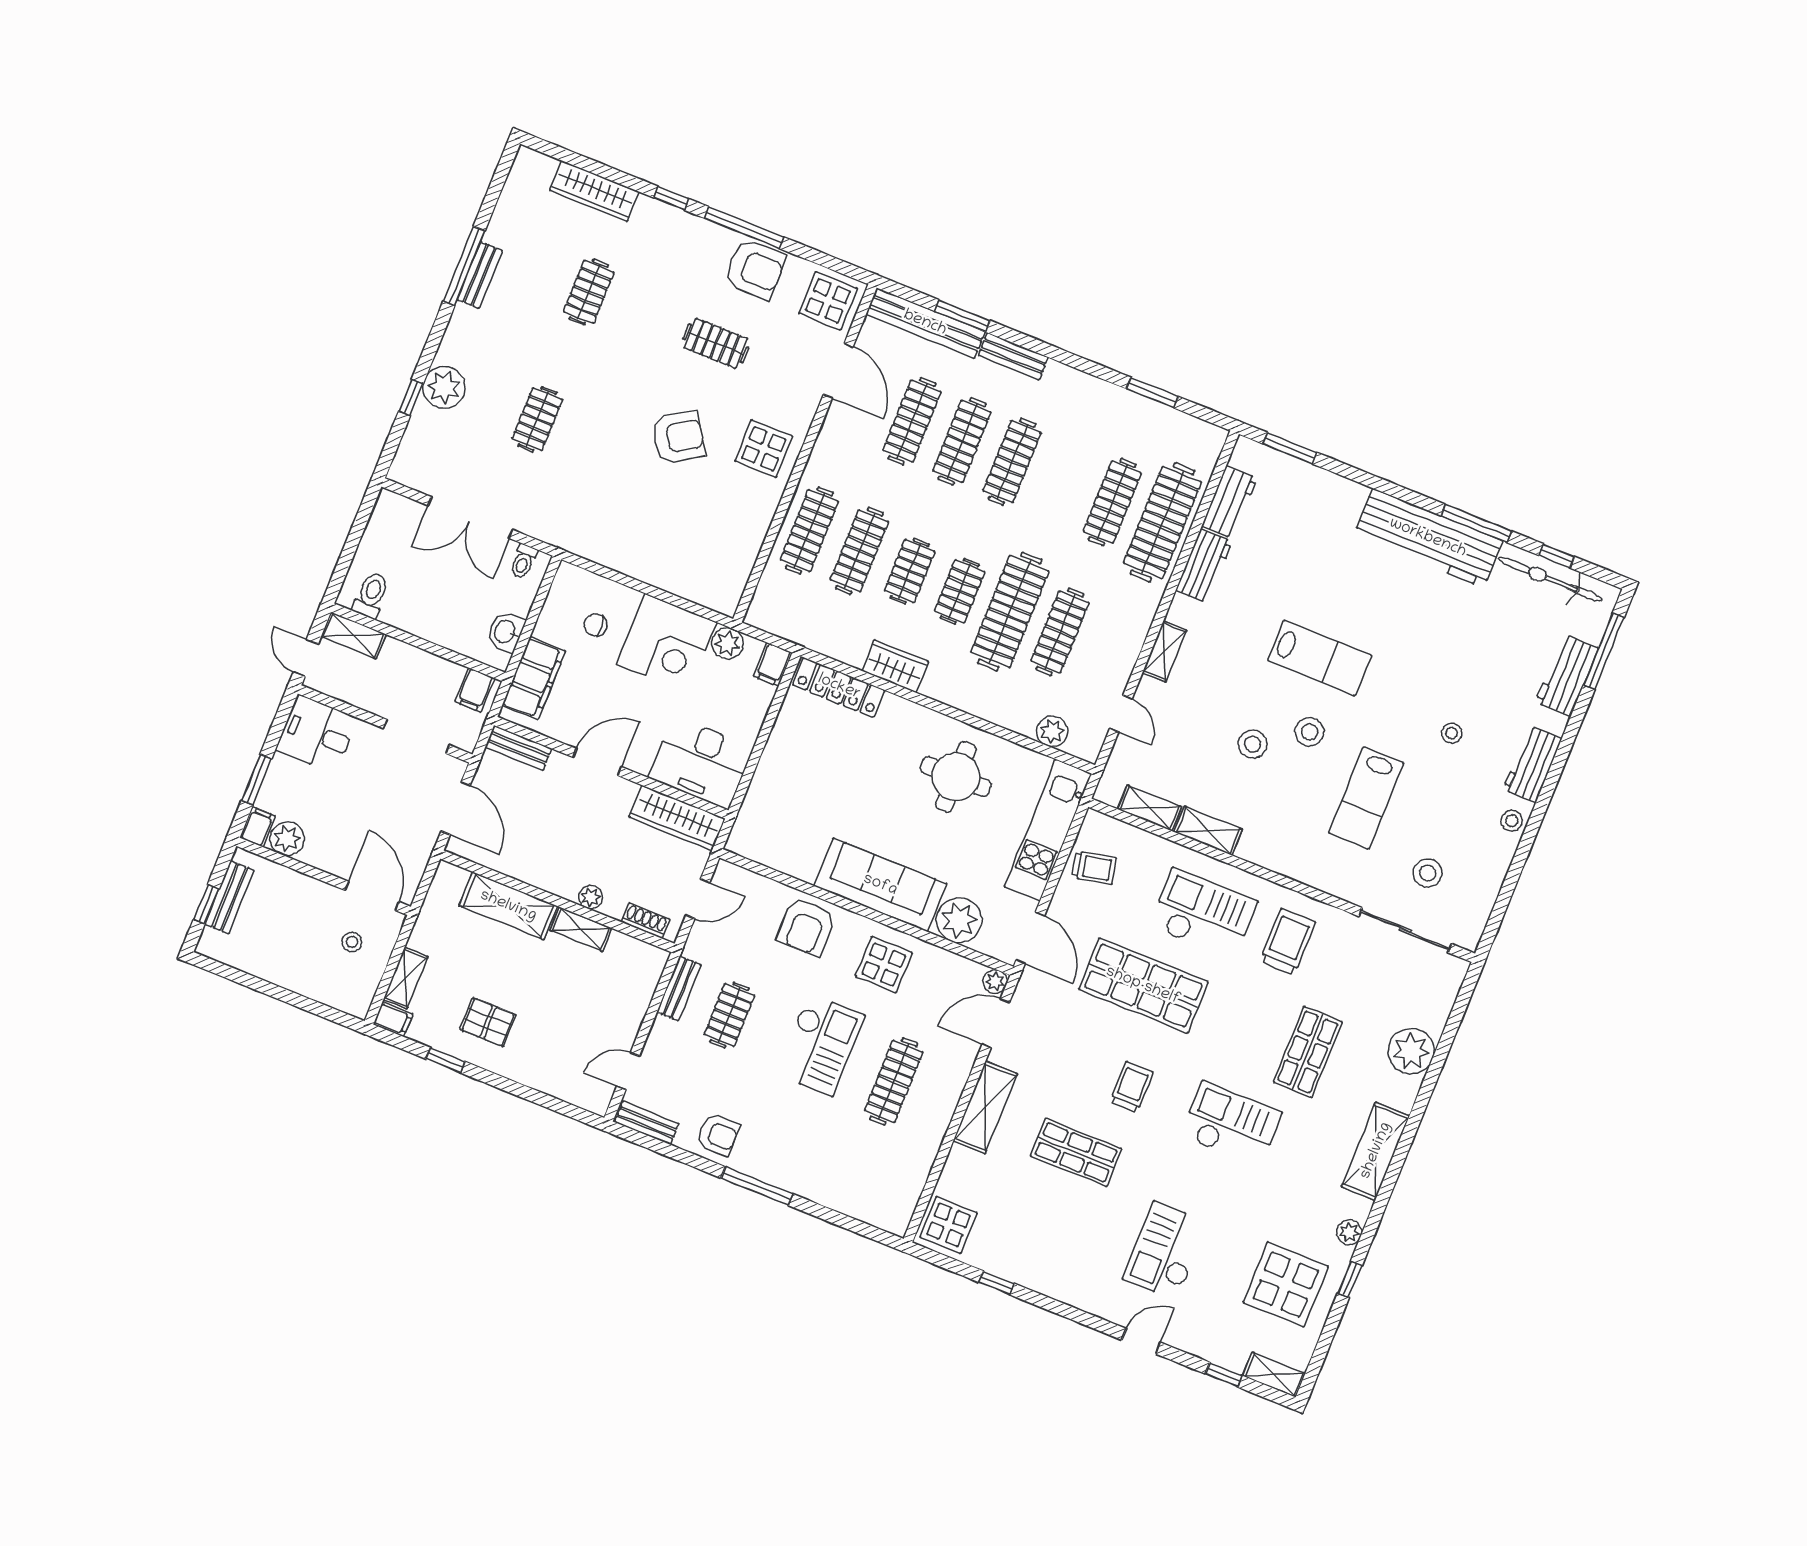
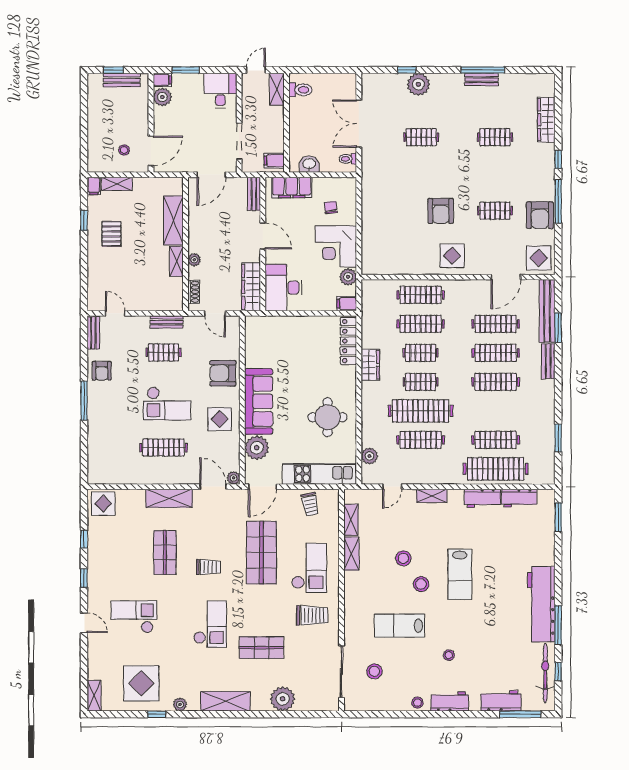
clothes rail: (716, 343) -> (495, 211), turned 90
armchair: (678, 437) -> (441, 211), turned 33
window: (1224, 1375) -> (84, 578), moved

